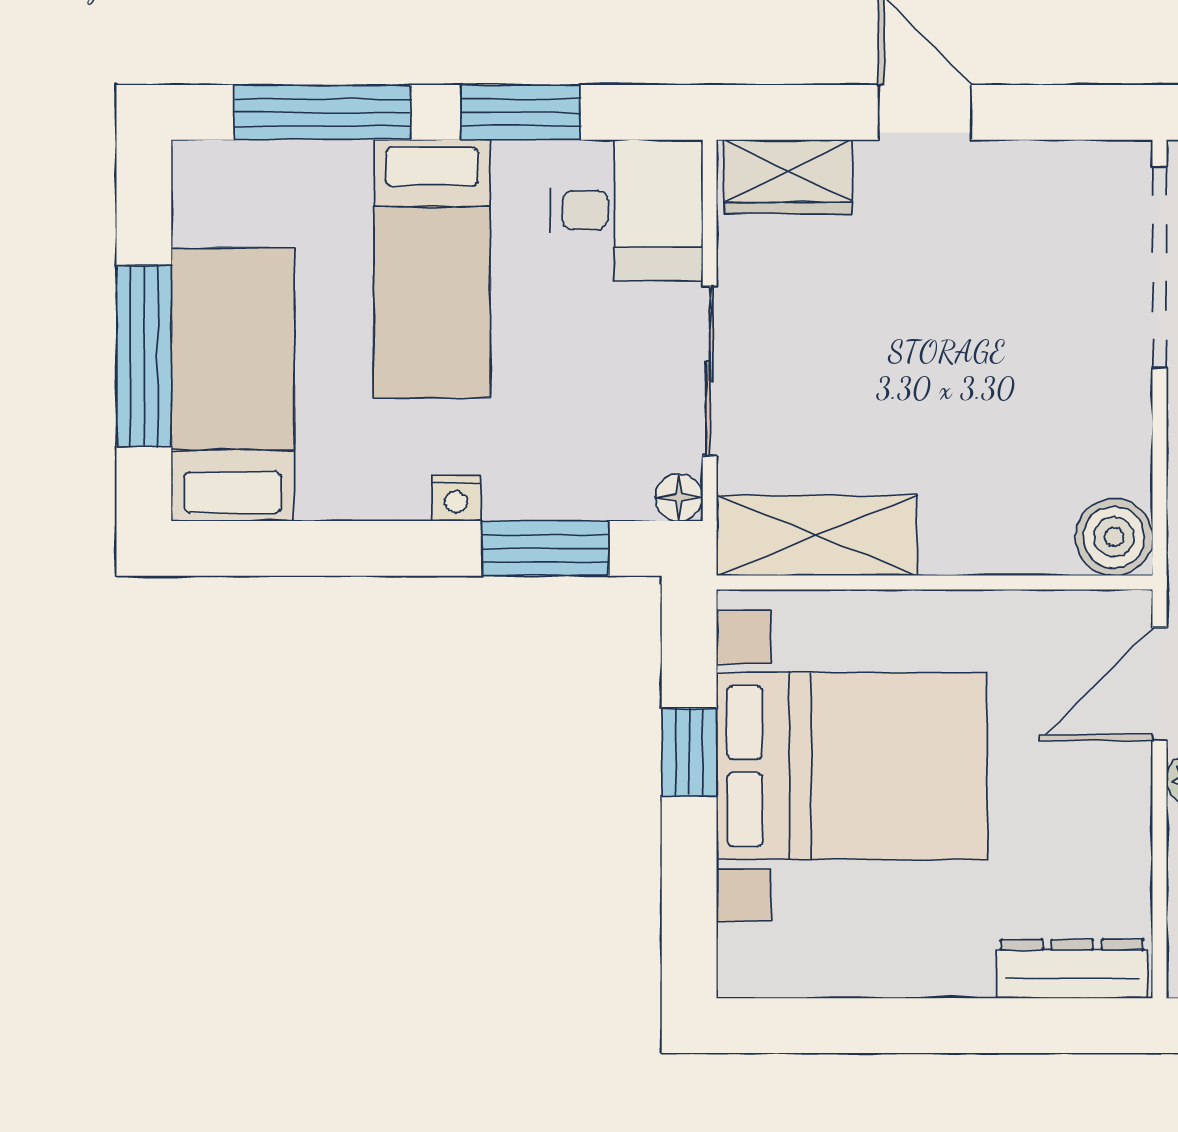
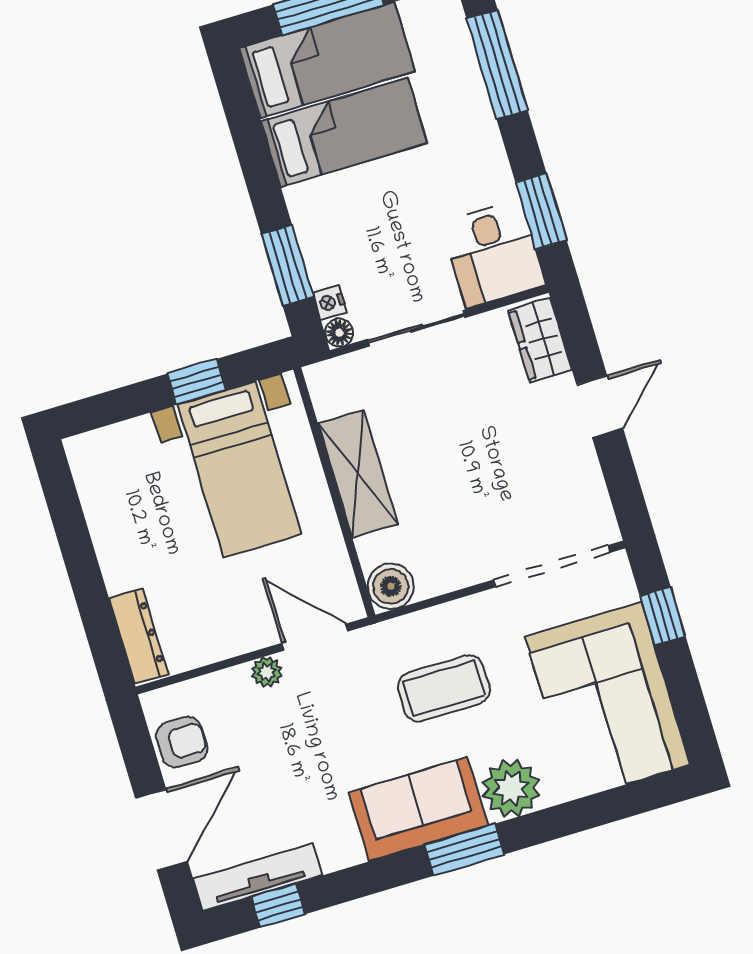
window: (521, 112) -> (541, 211), moved
bed: (432, 269) -> (344, 132), moved, turned 180
nightstand: (456, 498) -> (330, 302), moved
shelving: (817, 535) -> (358, 474), moved
bed with nightstands: (852, 766) -> (239, 469), width x0.73

